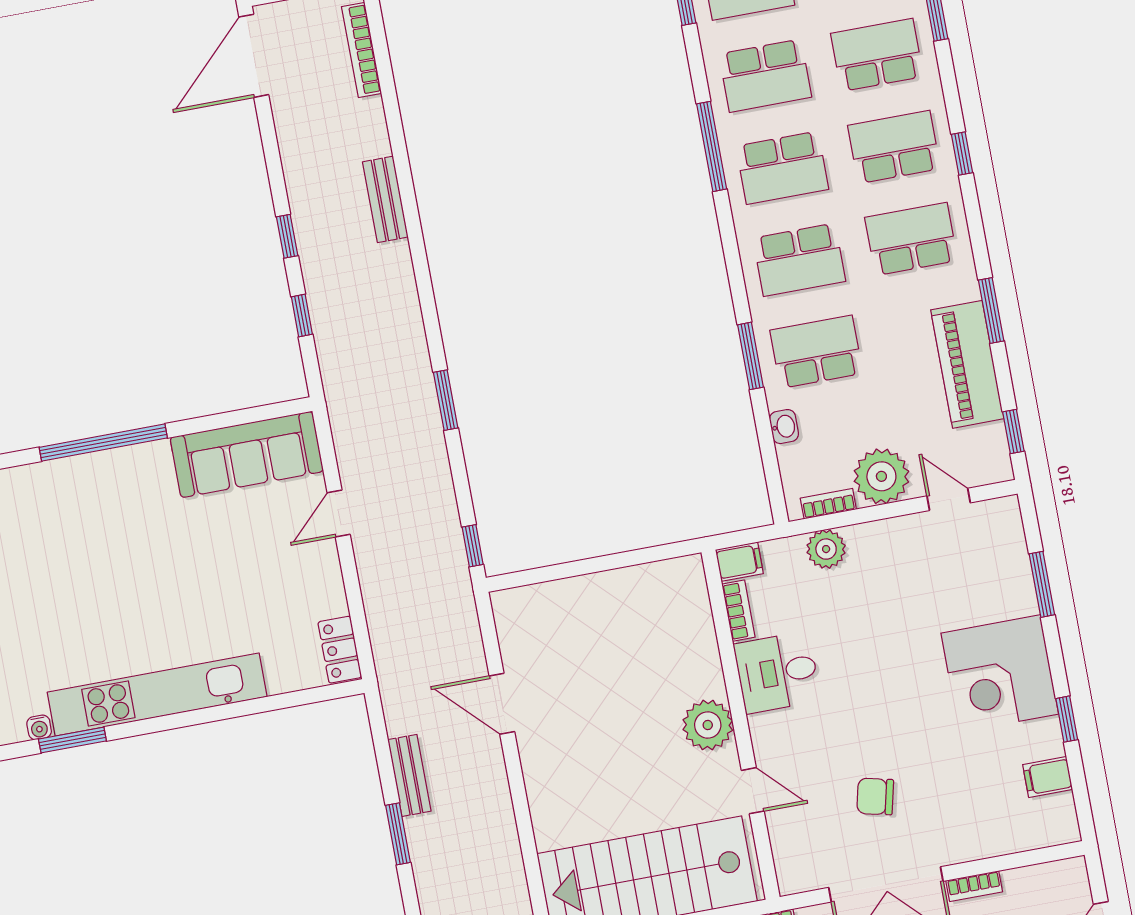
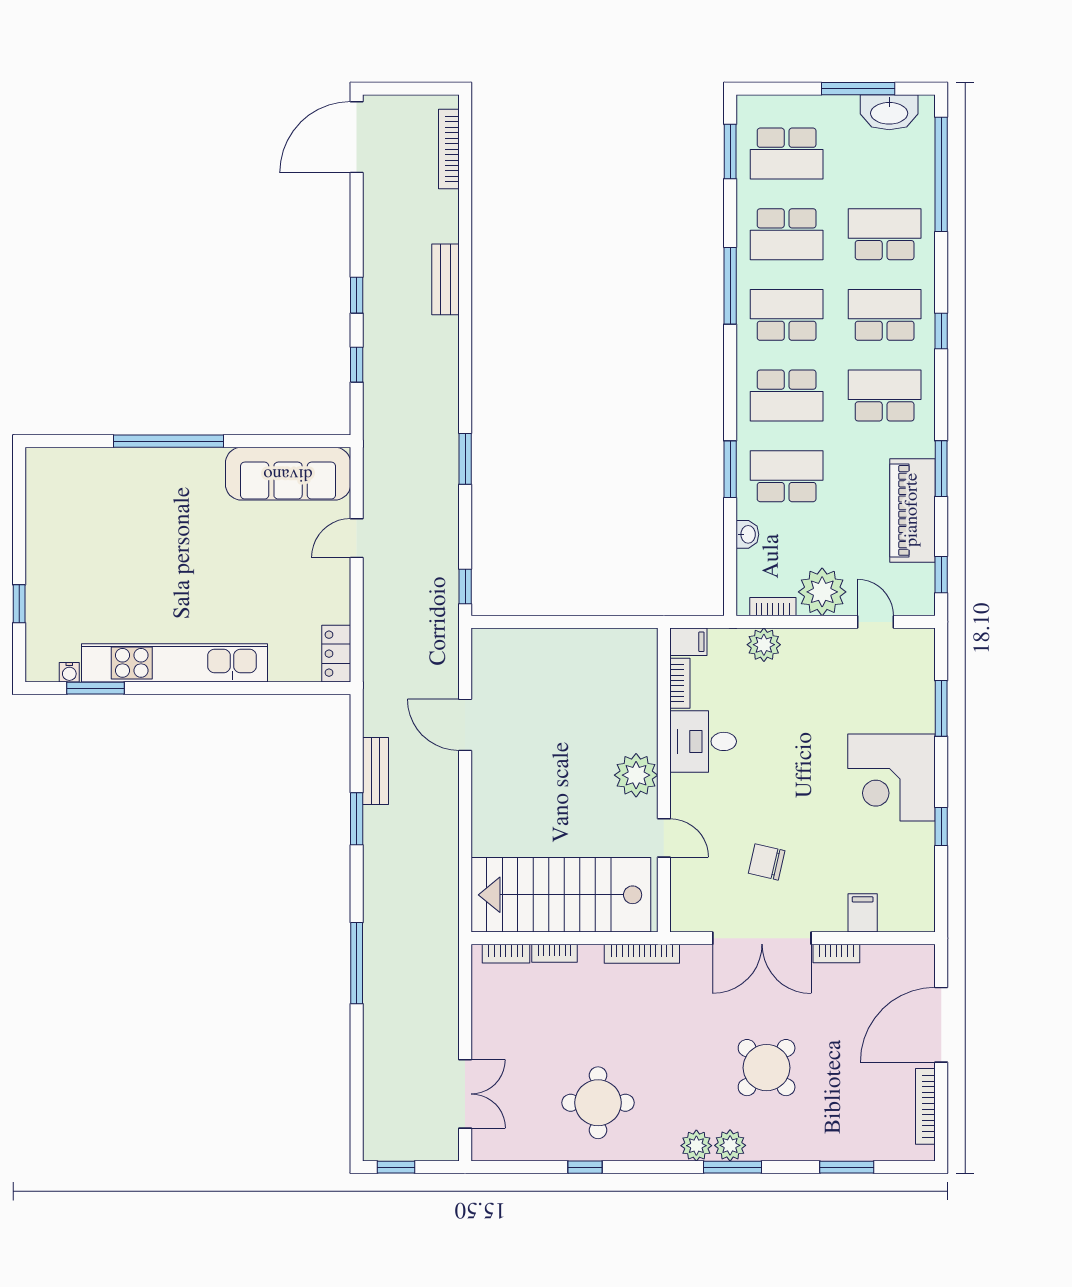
school desk: (782, 168) -> (787, 315), turned 180
filing cabinet: (1048, 777) -> (863, 913), moved, turned 90

